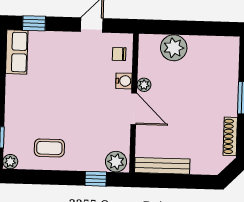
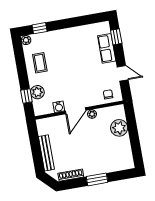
row of seats: (17, 52) -> (107, 48), moved, turned 90
water cooler: (124, 81) -> (59, 107), moved
plant: (116, 162) -> (37, 92), moved
bench: (162, 166) -> (46, 153), moved

